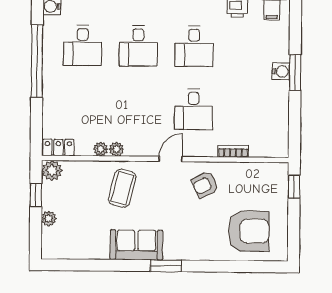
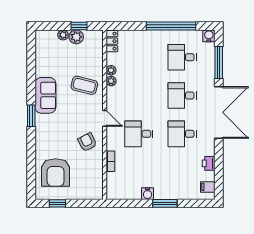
water cooler: (281, 71) -> (148, 194), moved
plant: (52, 170) -> (76, 37), moved
window: (294, 187) -> (57, 203), moved

